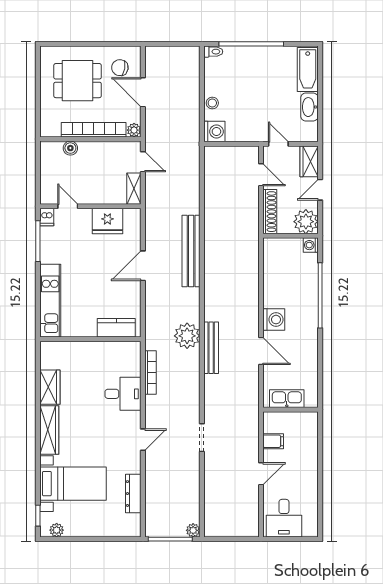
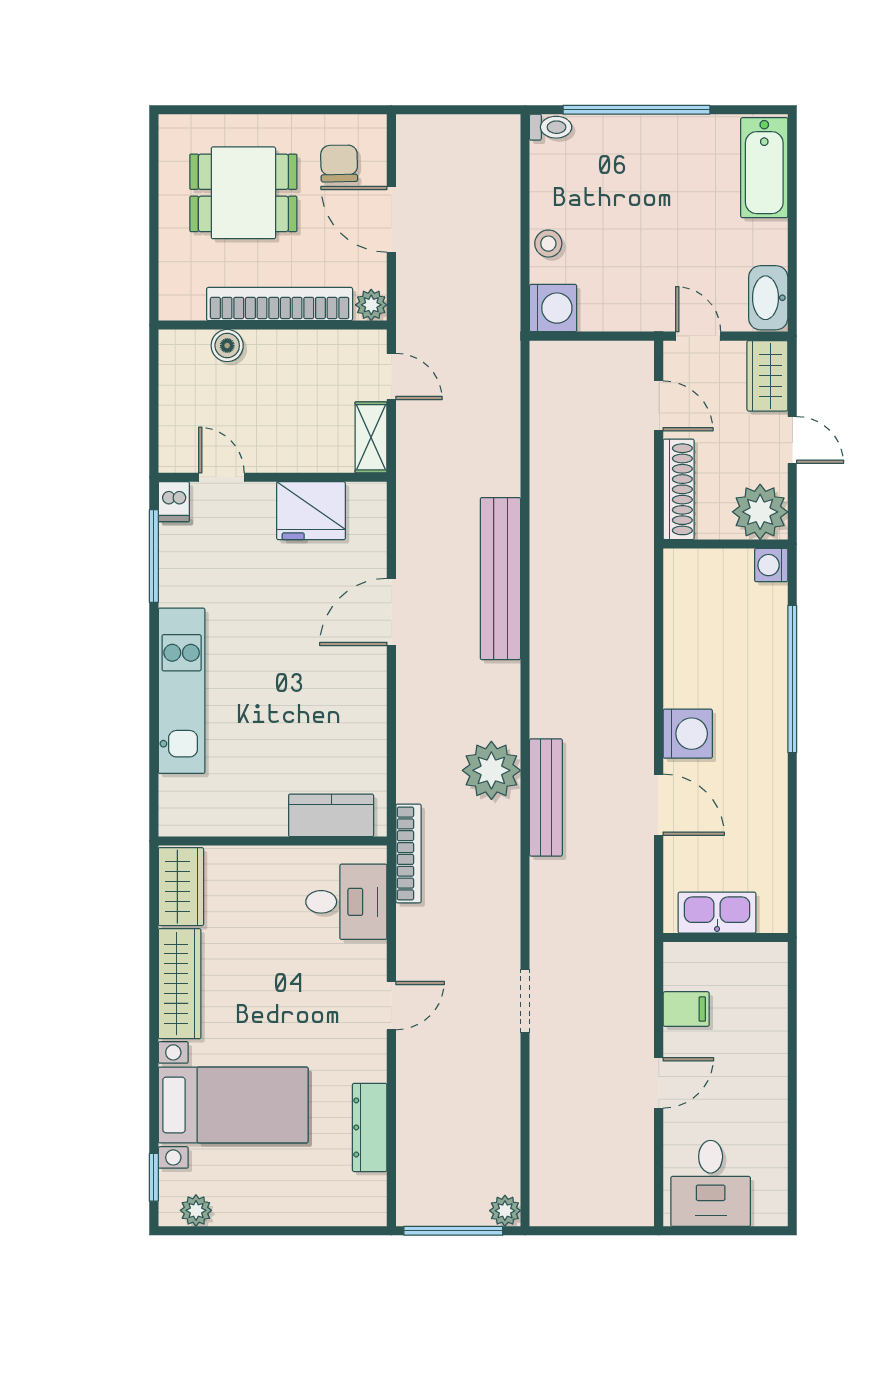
chair: (120, 68) -> (339, 164), turned 79
washbasin: (309, 107) -> (768, 298), moved
door: (320, 190) -> (792, 440), swing flipped
kitchen counter: (116, 328) -> (331, 815), moved
wall: (90, 339) -> (273, 841), moved

